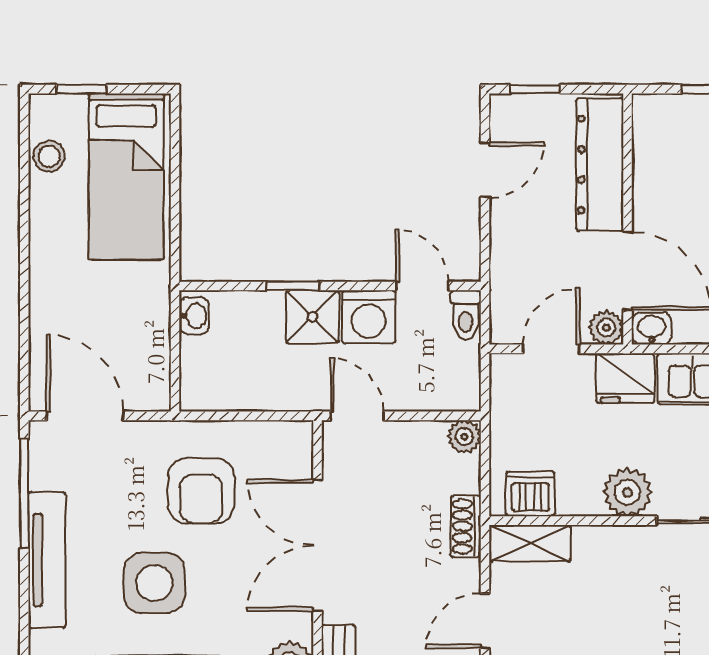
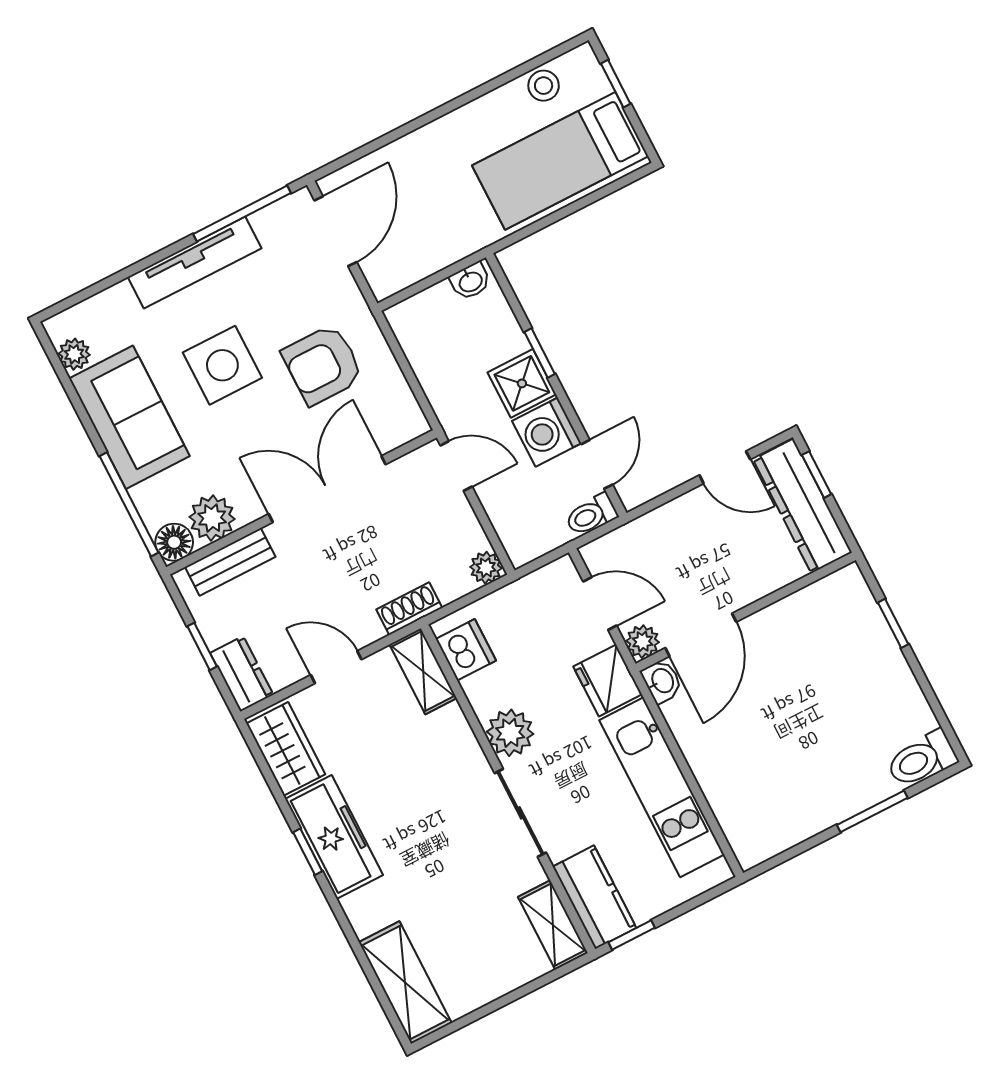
dresser: (600, 164) -> (802, 506), moved, turned -90
door: (357, 416) -> (456, 466), hinge flipped

